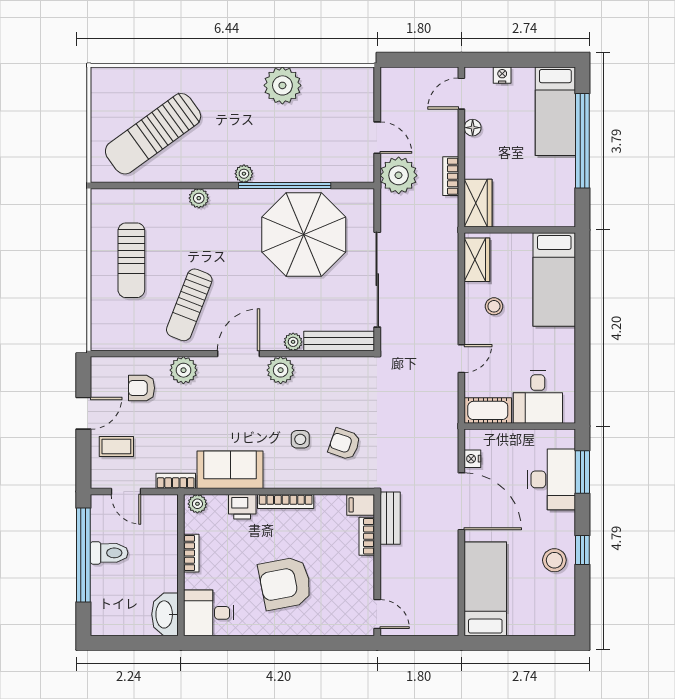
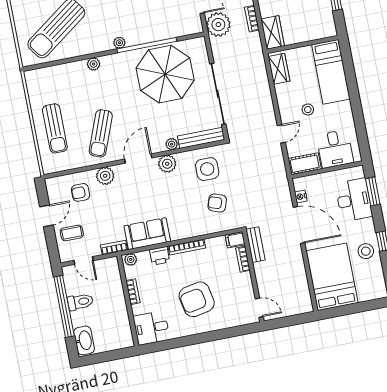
sun lounger: (131, 260) -> (55, 128), moved
stool: (494, 306) -> (308, 110), moved
side table: (300, 439) -> (207, 169), moved, width x1.87, depth x1.87
bed: (485, 589) -> (332, 277), width x1.50
washbasin: (165, 614) -> (84, 340), moved, turned 180

